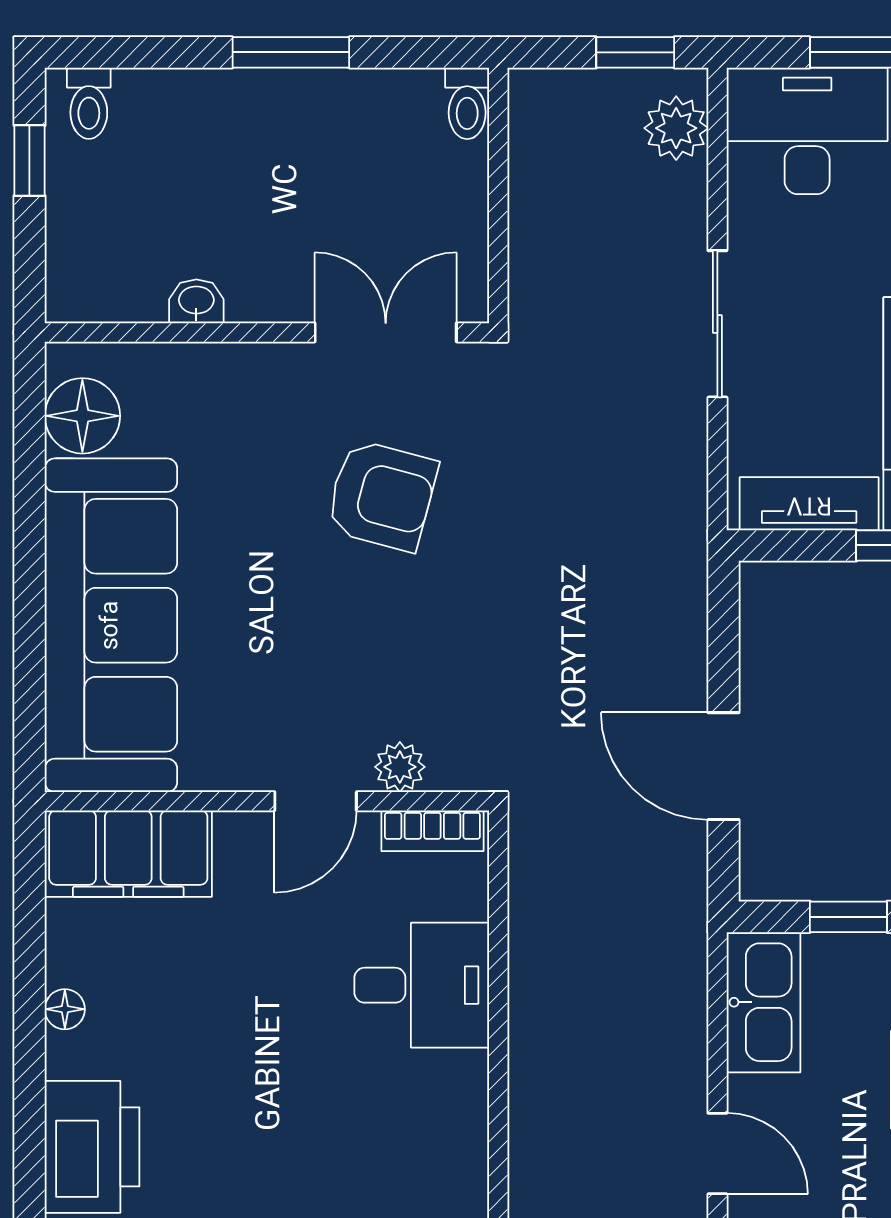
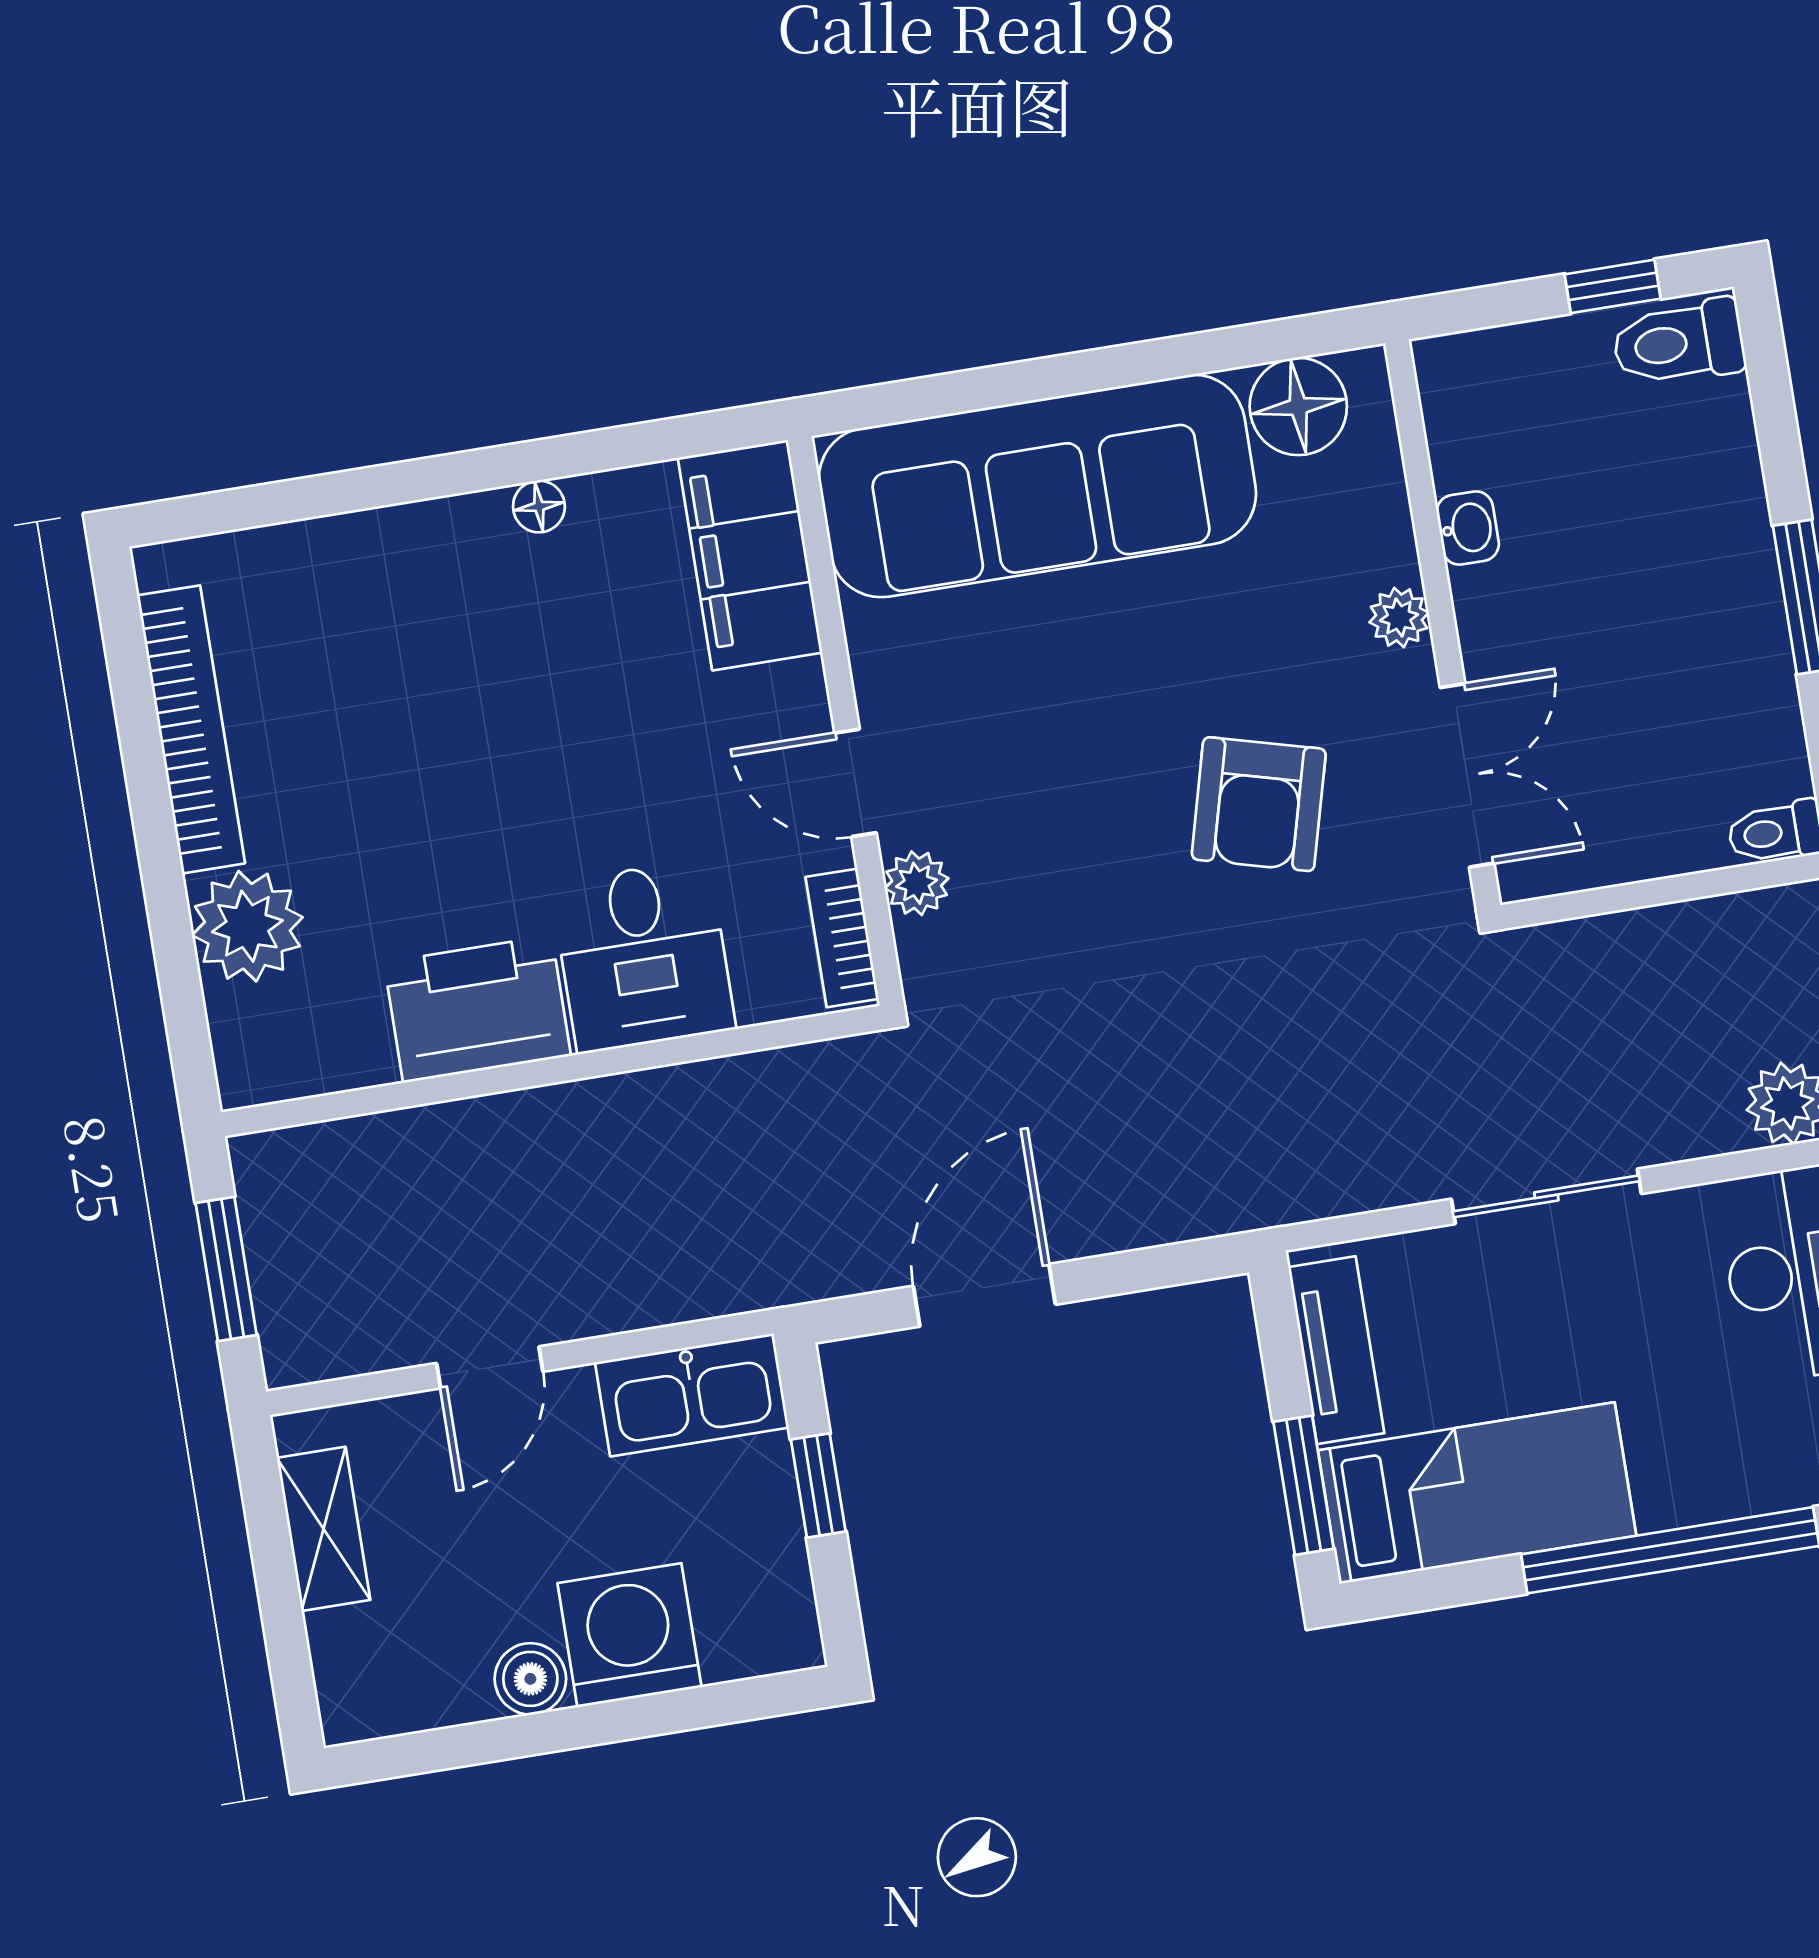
toilet: (89, 103) -> (1679, 343), width x1.37, depth x1.39
plant: (256, 365) -> (1399, 618), added
printer: (92, 1147) -> (477, 1009), moved, turned 180

